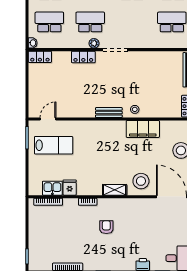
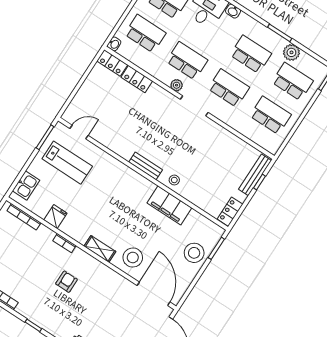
school desk: (131, 22) -> (229, 88), added
locker: (83, 57) -> (137, 79), moved
kitchen sink: (52, 188) -> (26, 186), moved, turned 90

